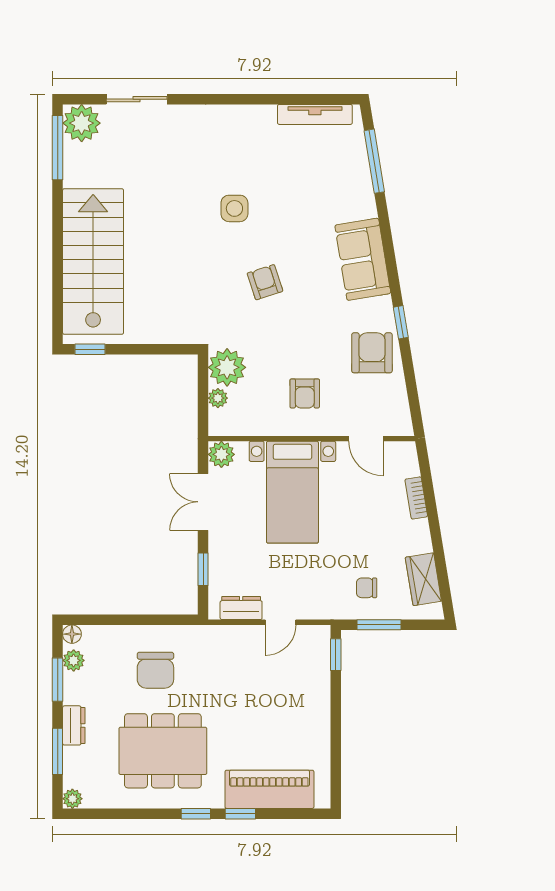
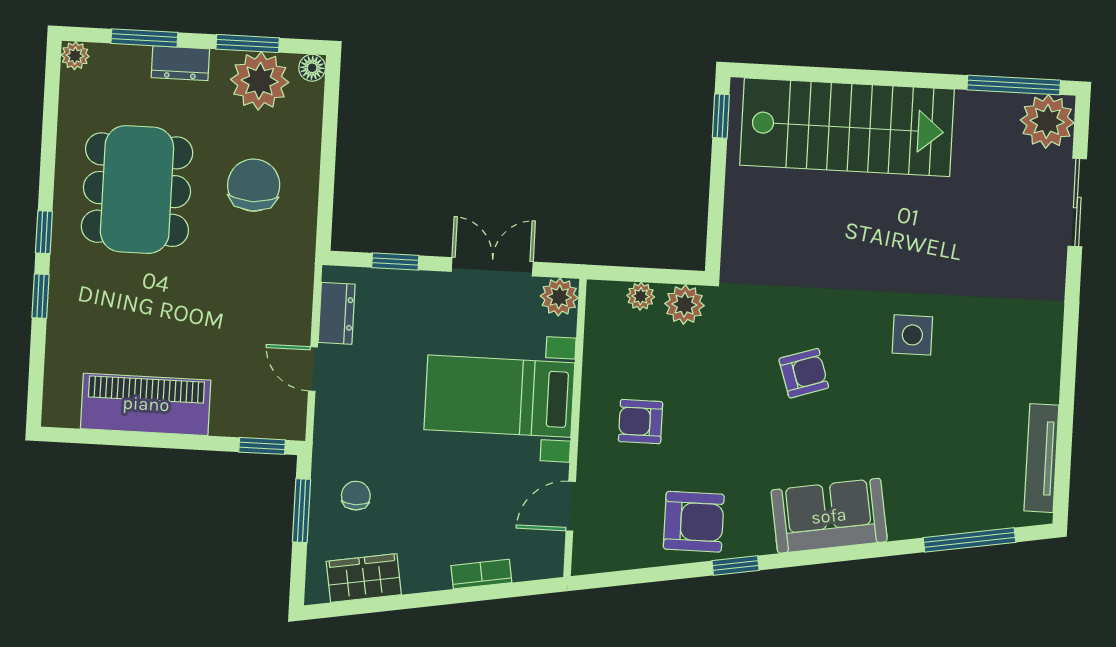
plant: (227, 367) -> (684, 305), width x0.73, depth x0.73
plant: (74, 660) -> (260, 81), width x1.88, depth x1.88
chair: (155, 670) -> (254, 185), turned 90
piano: (269, 789) -> (146, 404), moved, turned -90

